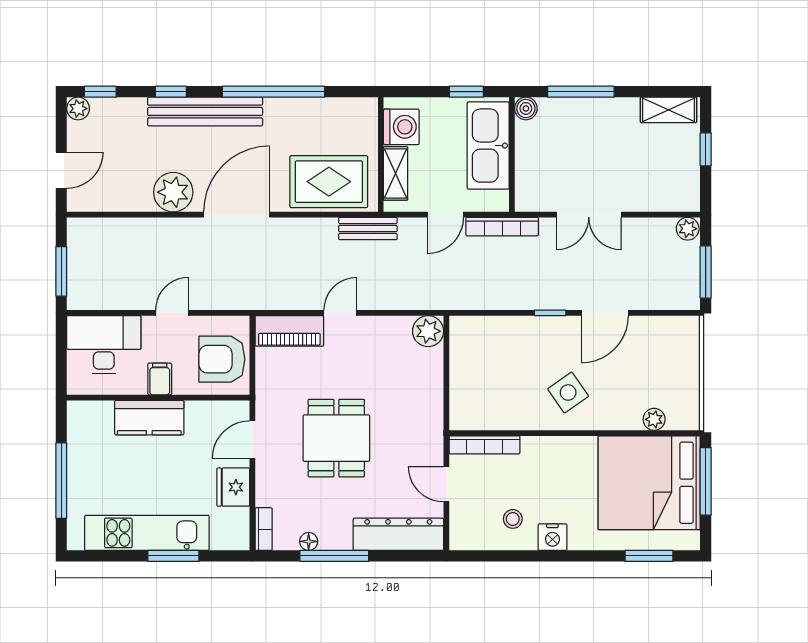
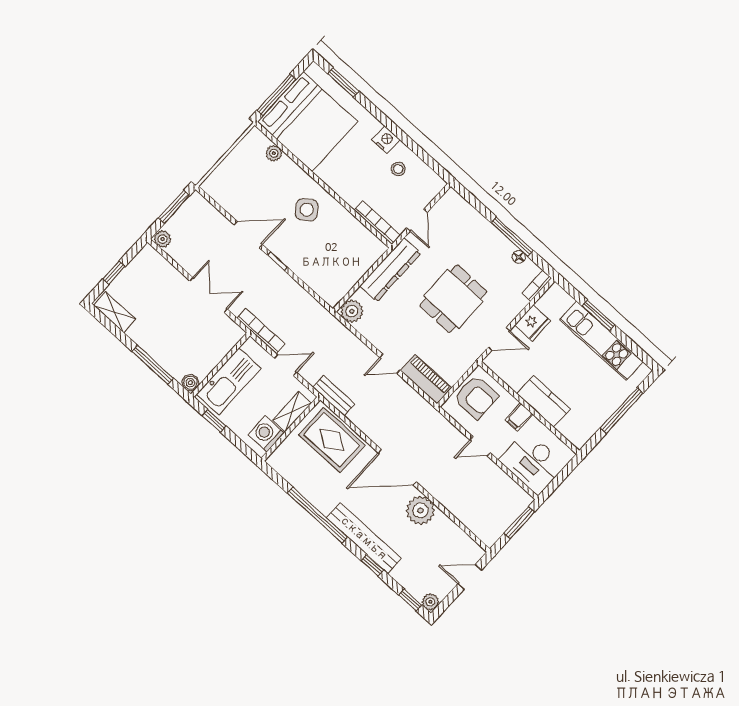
dresser: (398, 534) -> (390, 270), moved, turned -90

